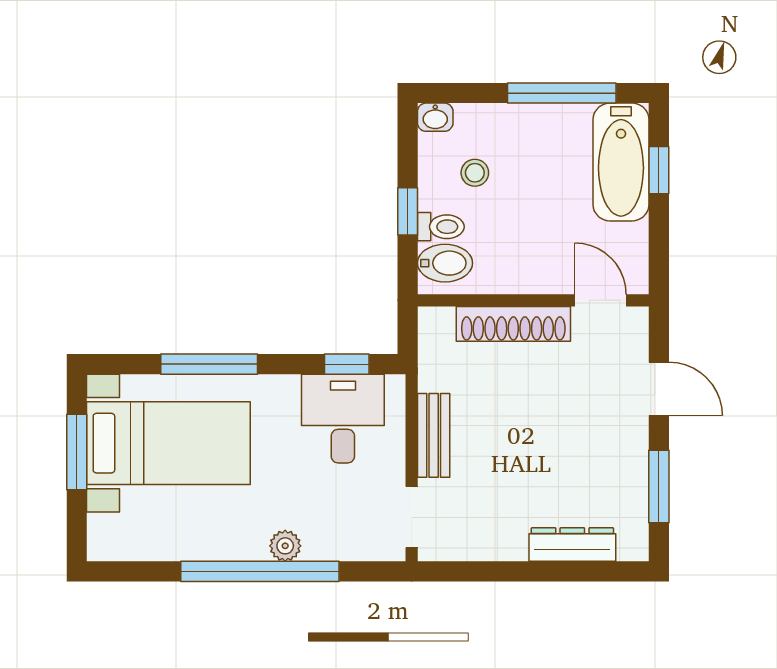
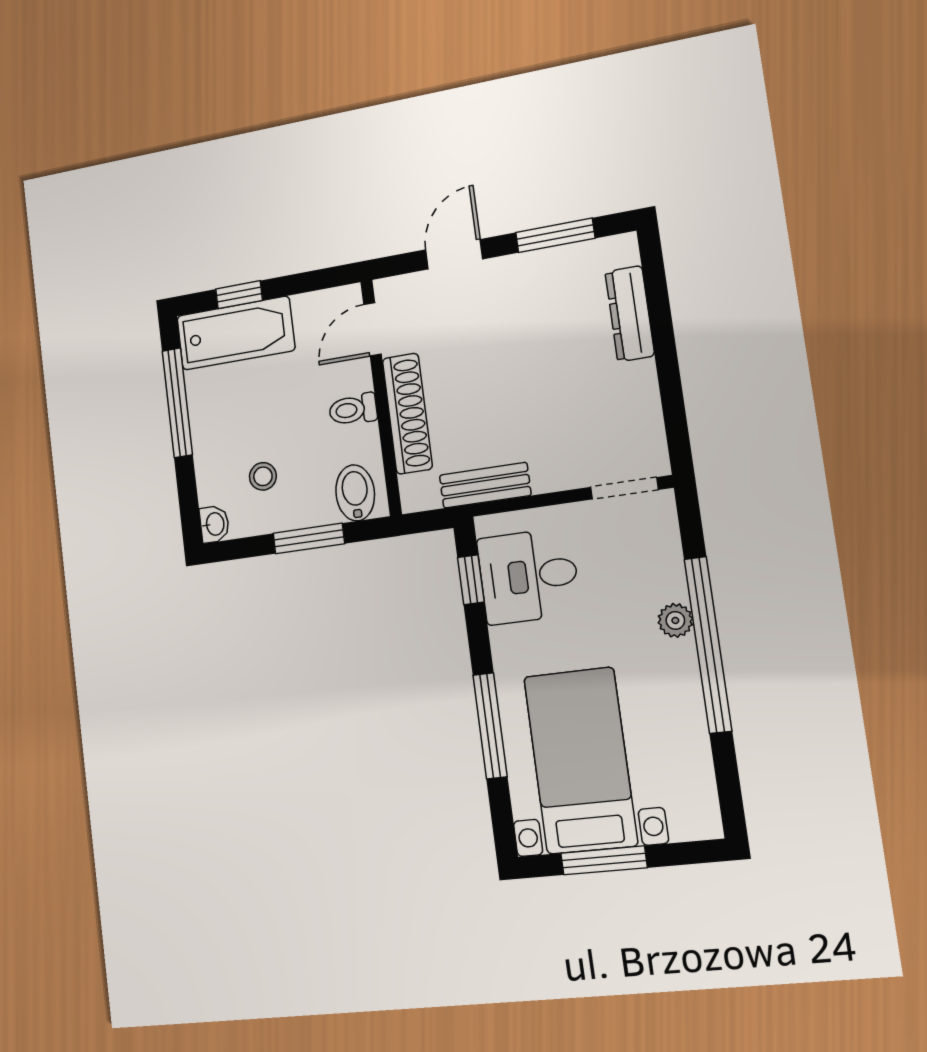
window: (408, 211) -> (309, 538), width x1.50
toilet: (441, 227) -> (353, 410), moved, turned -90
bench: (434, 435) -> (485, 485), moved

